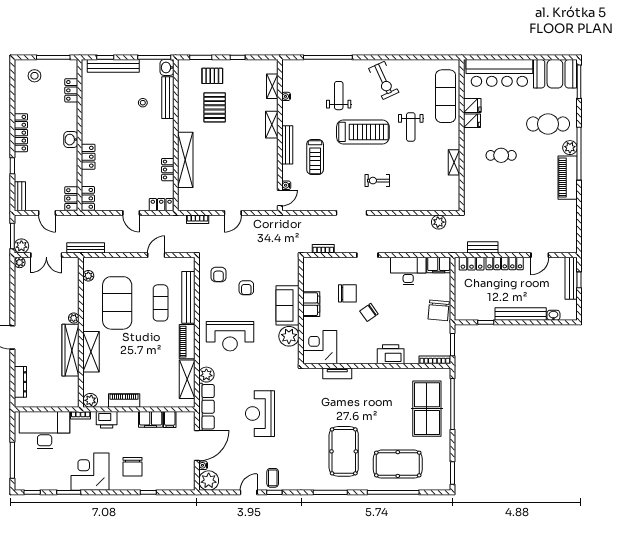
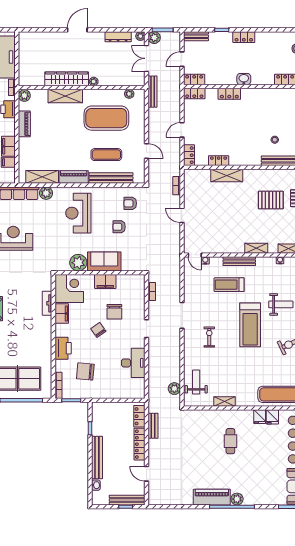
cafe table: (548, 124) -> (257, 481), removed
weight bench: (411, 127) -> (196, 382), moved, turned 90
locker: (21, 133) -> (244, 37), width x0.66
shelving: (185, 160) -> (227, 175), width x0.68
filing cabinet: (439, 265) -> (62, 314), moved, turned 180
chair: (439, 310) -> (85, 371), moved
dresser: (20, 382) -> (118, 37), moved

